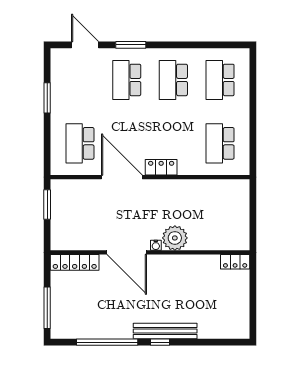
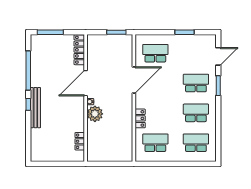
locker: (161, 167) -> (140, 118), moved
locker: (235, 262) -> (80, 141), moved

